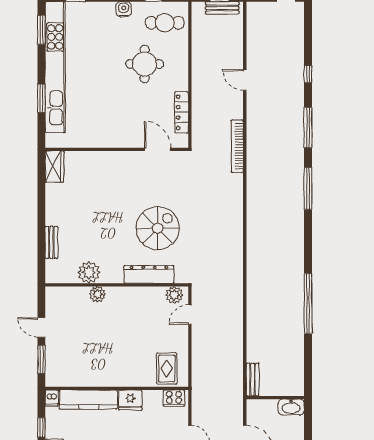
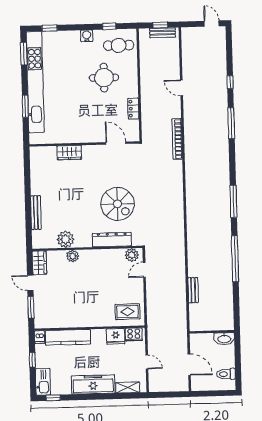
locker: (182, 112) -> (133, 109), width x0.66
wardrobe: (54, 167) -> (69, 153), moved, turned 90
window: (308, 188) -> (233, 201), moved
spiral stairs: (158, 228) -> (117, 204), turned 90
bench: (51, 242) -> (36, 213), width x1.36
wardrobe: (54, 302) -> (39, 263), added
rug: (167, 368) -> (128, 312), turned 90
bench: (253, 380) -> (193, 290), moved
fridge: (130, 400) -> (116, 336), moved

